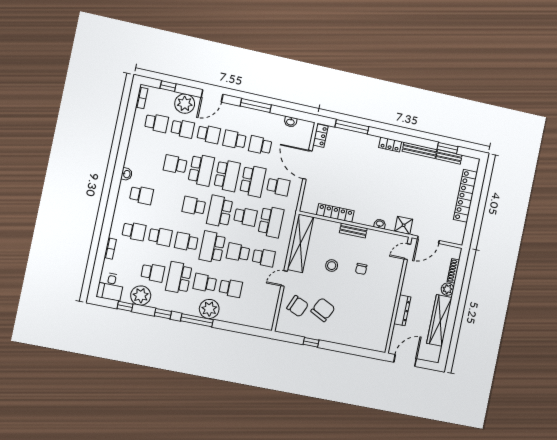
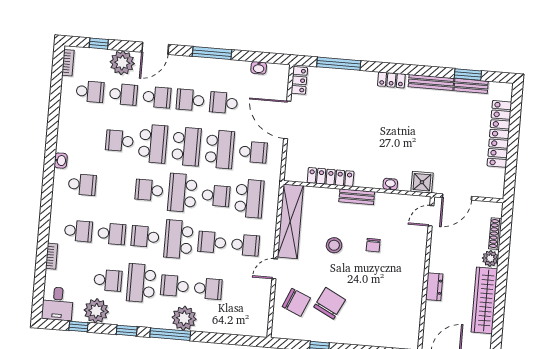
dresser: (402, 310) -> (434, 287), width x0.70

